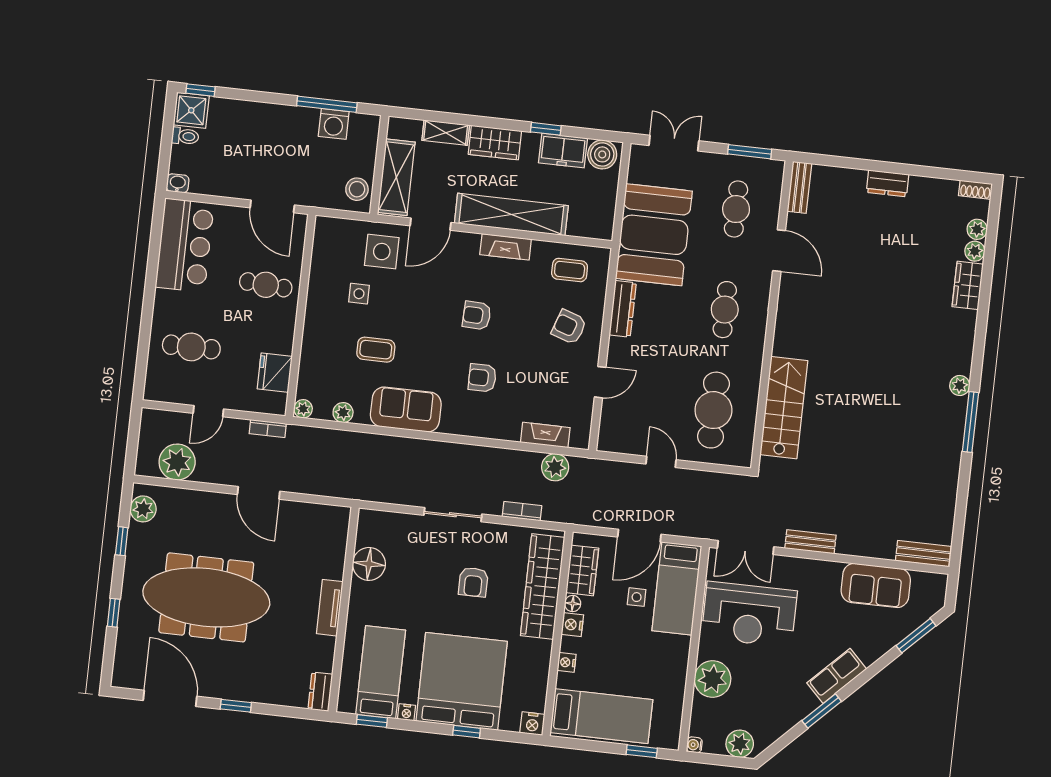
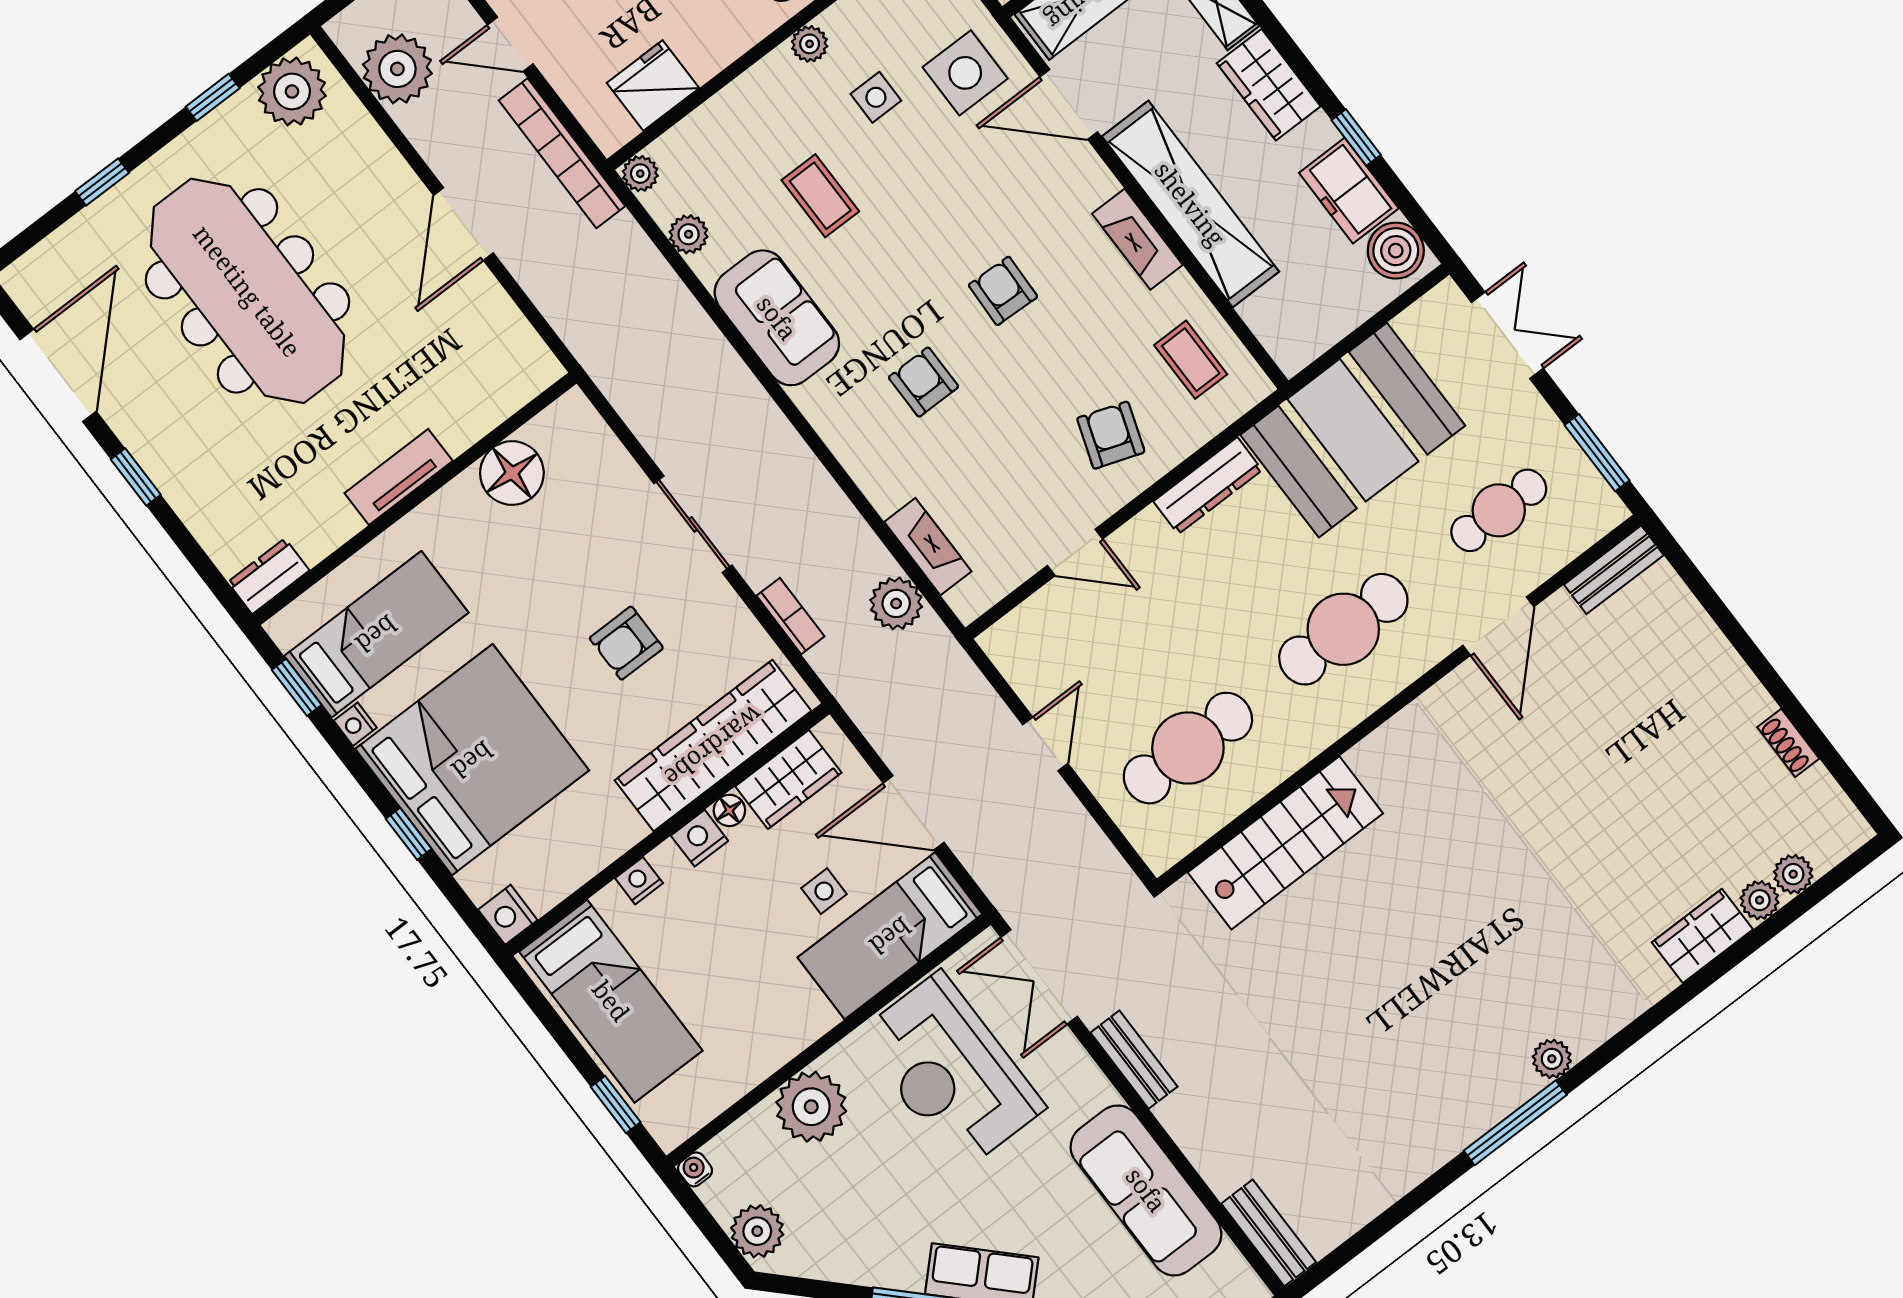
dresser: (888, 183) -> (1737, 687), removed
shoe rack: (975, 190) -> (1788, 743), moved
plant: (315, 299) -> (810, 44), added
cafe table: (725, 310) -> (1343, 629), width x1.37, depth x1.35
bookcase: (268, 429) -> (562, 153), width x2.31, depth x1.31
plant: (143, 509) -> (292, 91), width x1.36, depth x1.36
sofa: (876, 585) -> (1146, 1190), width x1.36

